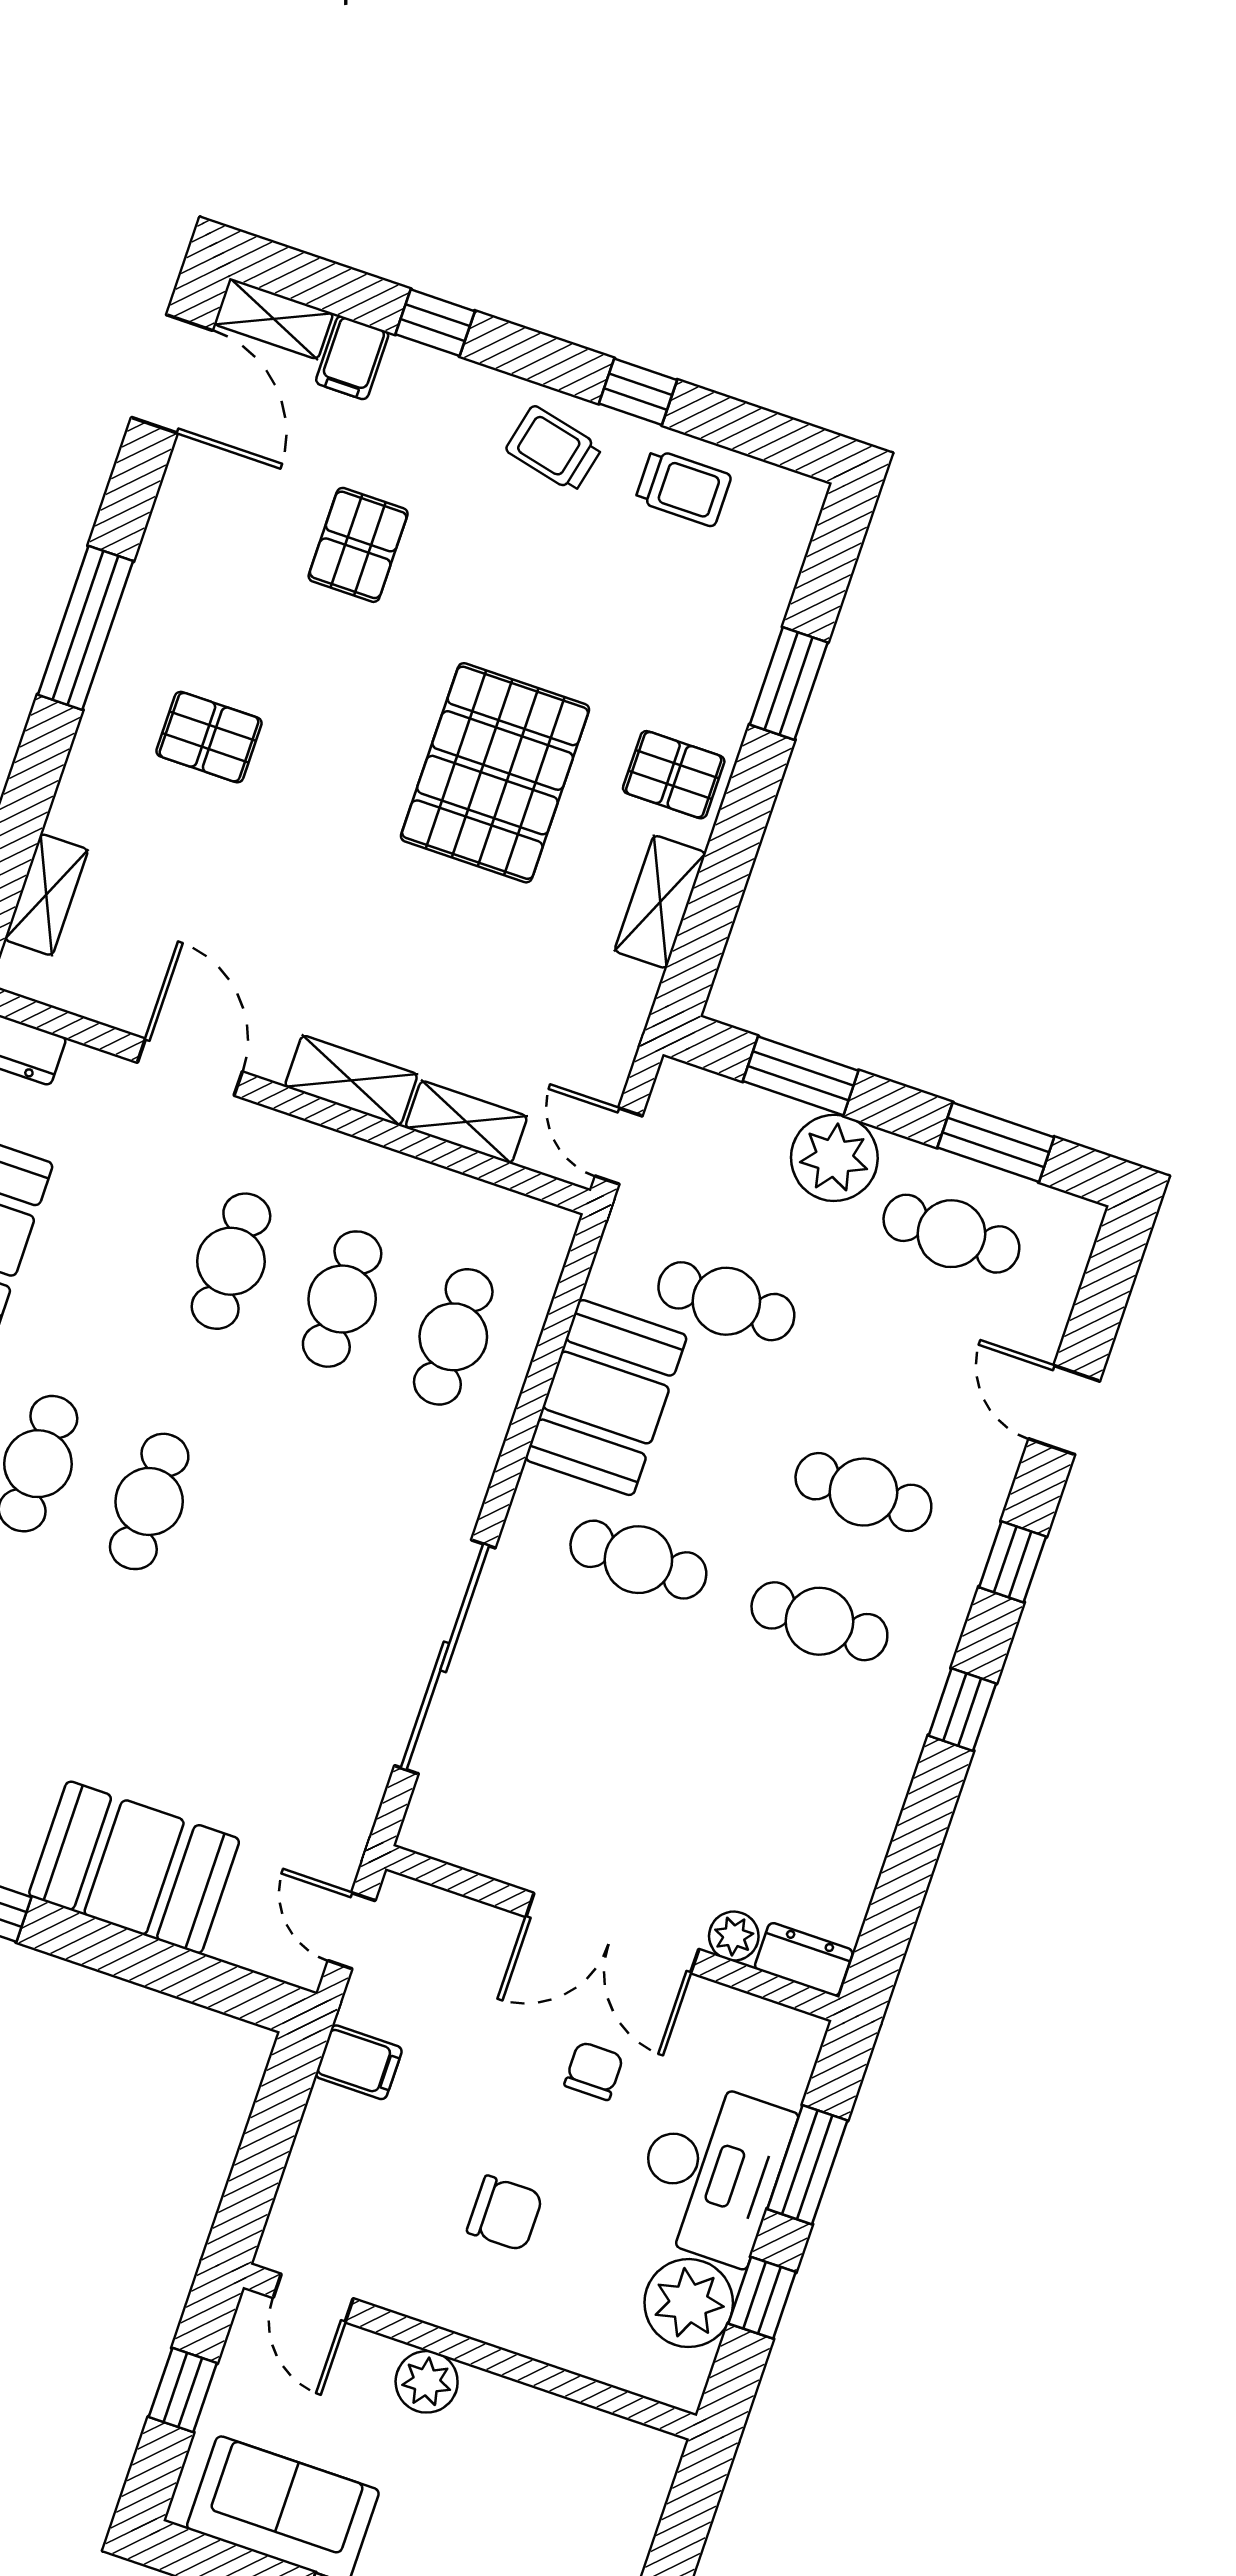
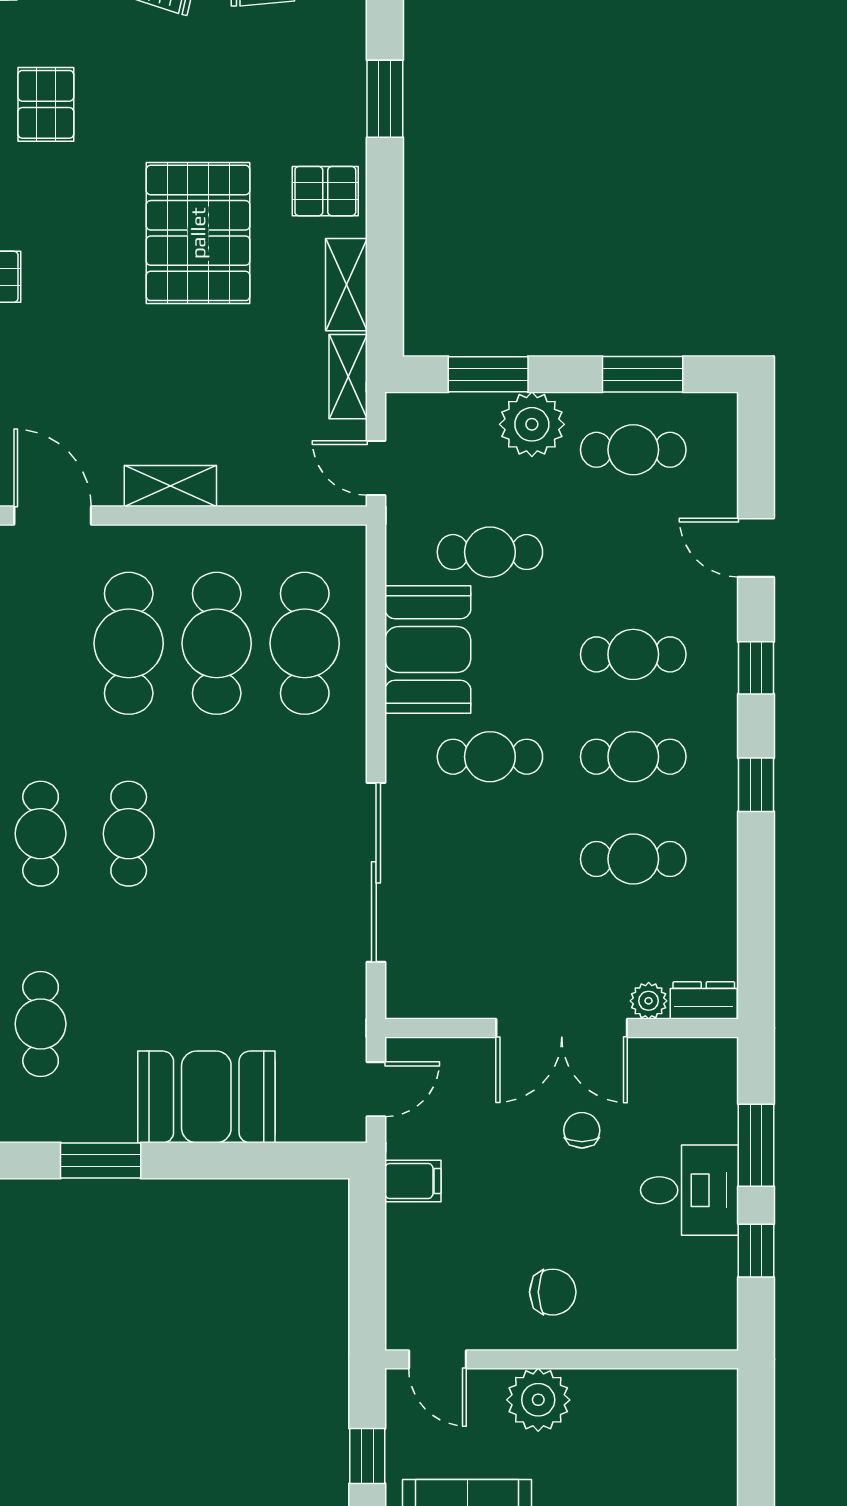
shelving: (466, 1122) -> (348, 377), moved, turned 90
cafe table: (231, 1261) -> (129, 643), width x1.37, depth x1.35
cafe table: (342, 1299) -> (217, 643), width x1.37, depth x1.35
cafe table: (453, 1337) -> (305, 643), width x1.37, depth x1.35
cafe table: (775, 1750) -> (633, 859), added
door: (352, 1931) -> (376, 1089), swing flipped
desk: (711, 2172) -> (689, 1190), width x0.73
chair: (505, 2213) -> (553, 1292), moved
plant: (689, 2303) -> (705, 1272), removed
plant: (427, 2382) -> (538, 1400), width x1.36, depth x1.36

